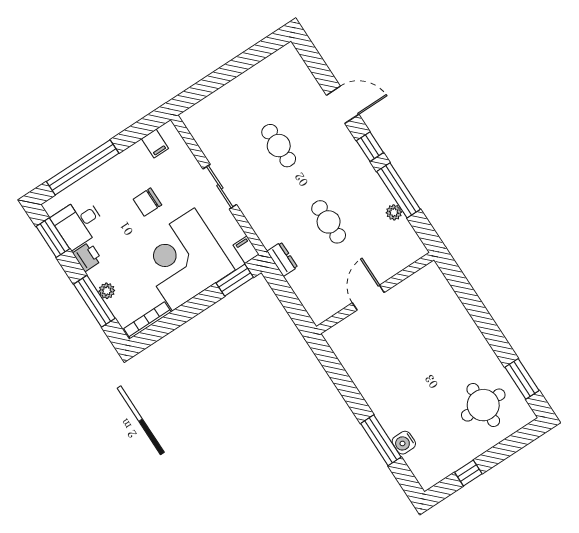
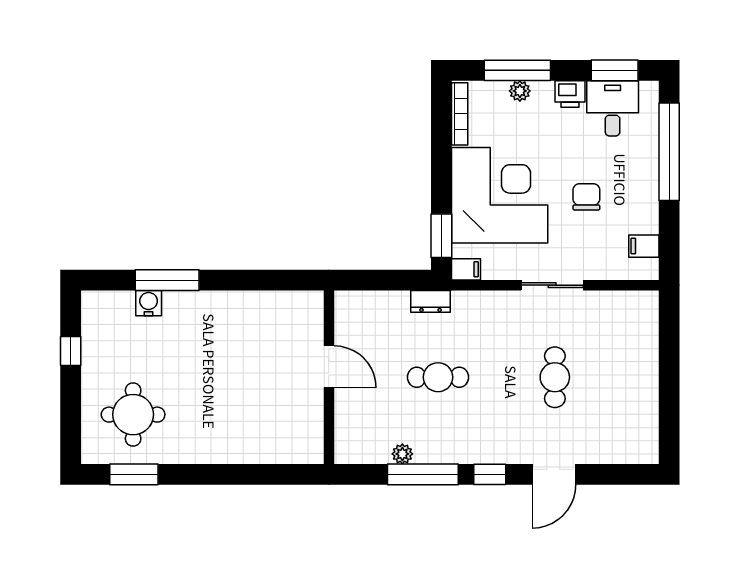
cafe table: (279, 146) -> (555, 377), turned 90

